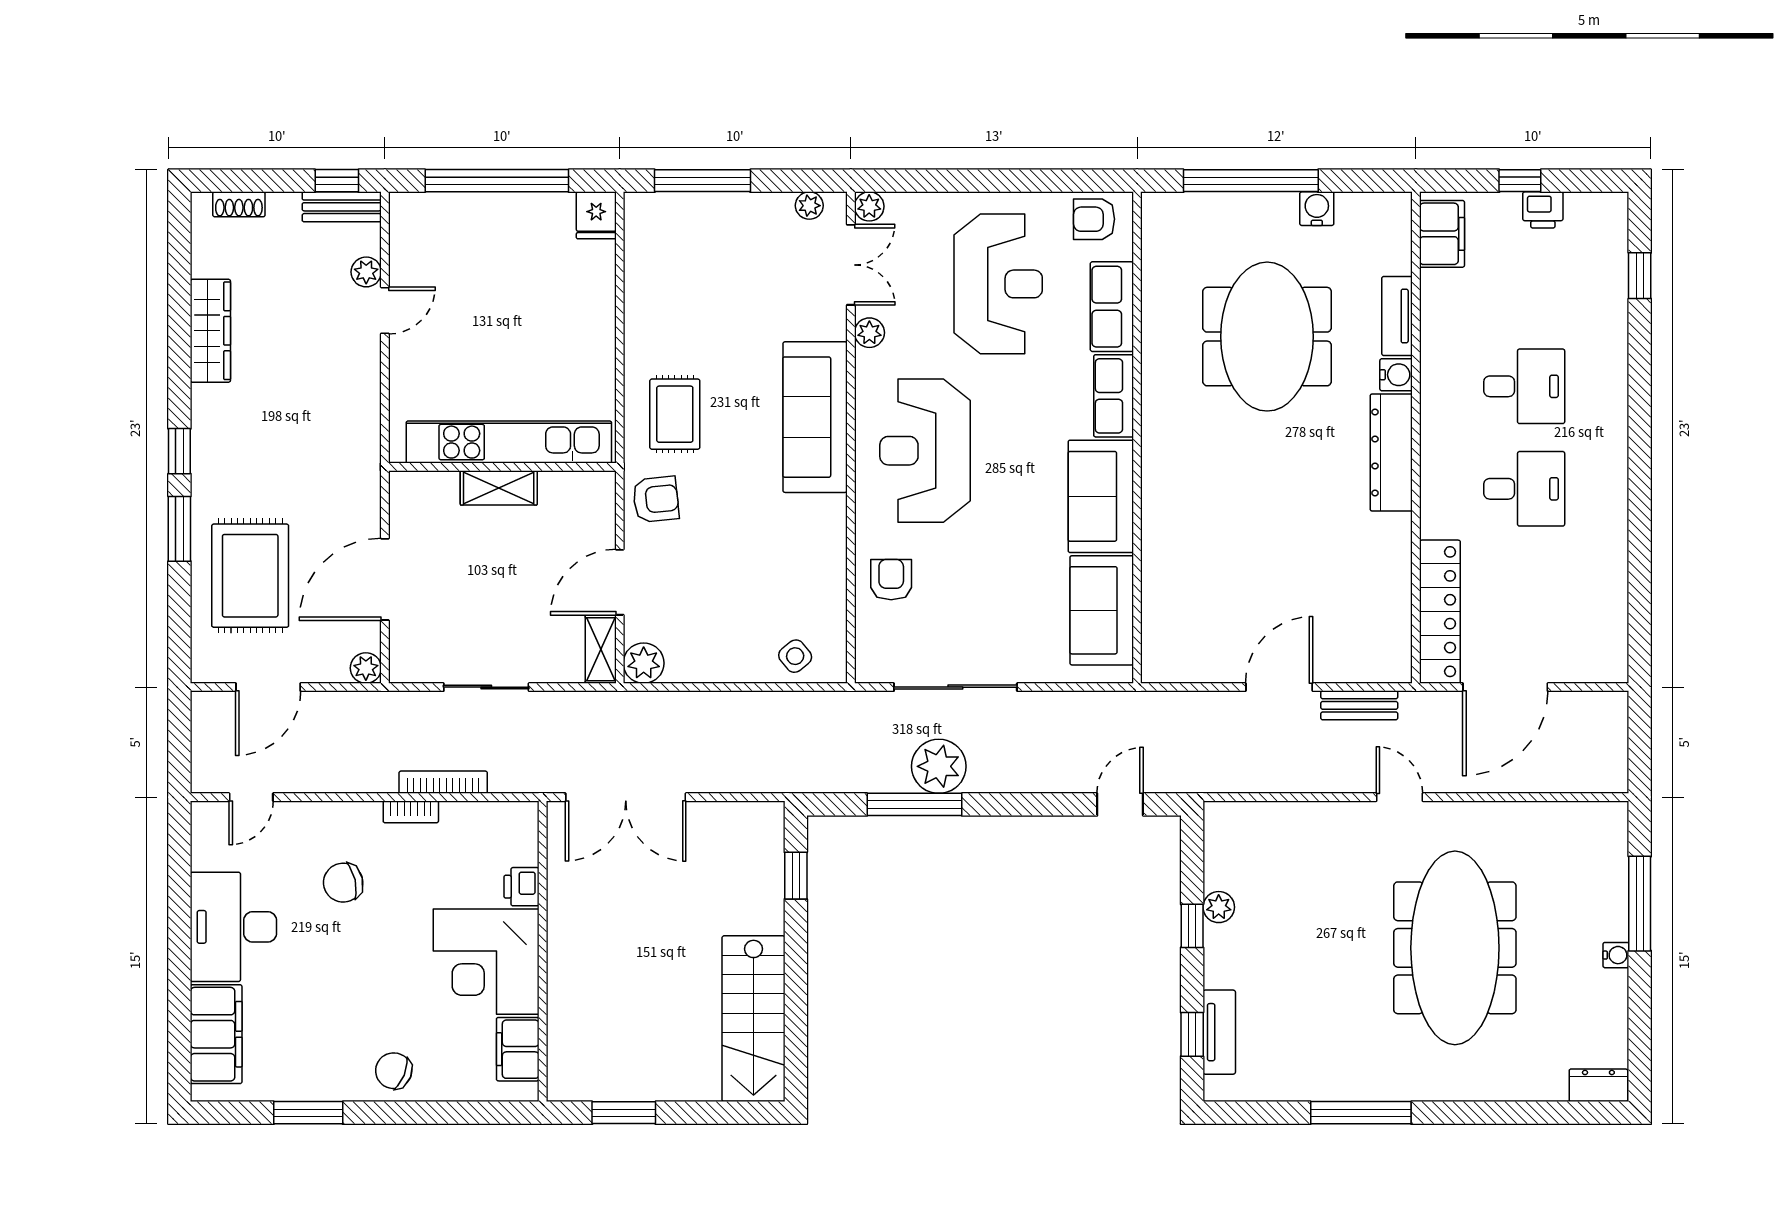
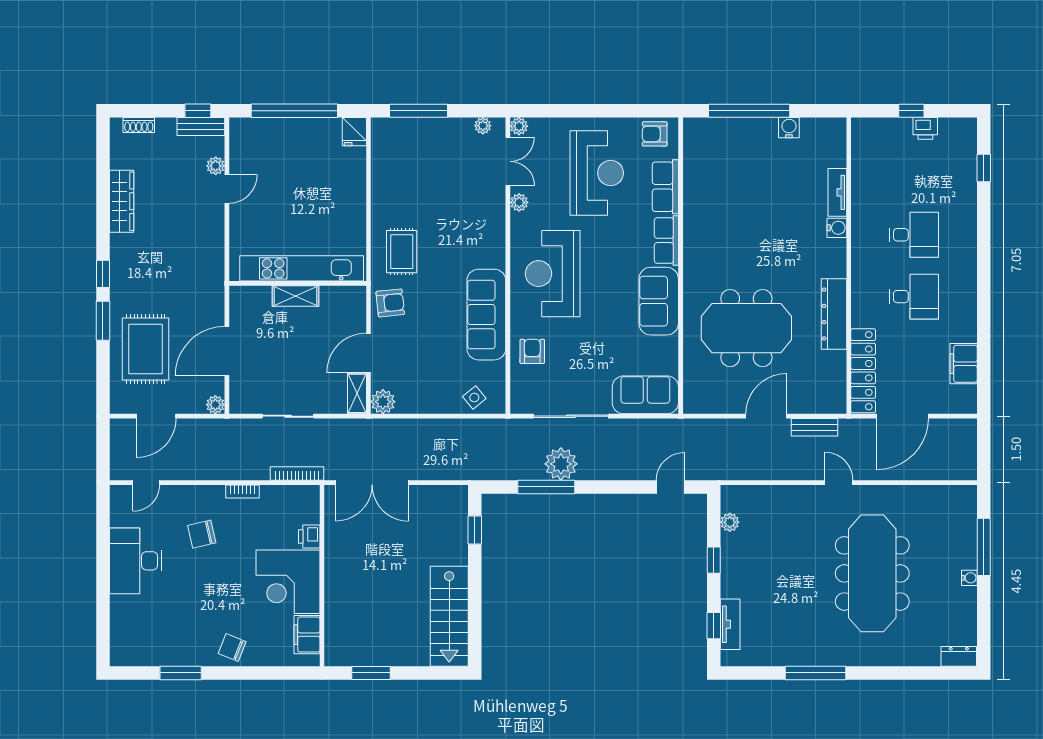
filing cabinet: (1442, 234) -> (964, 364), moved, turned 180
meeting table: (1267, 337) -> (746, 328), moved, turned 90
sofa: (815, 417) -> (486, 315), moved
dresser: (1391, 452) -> (834, 314), moved
sofa: (1102, 610) -> (645, 395), moved, turned 90
bookcase: (443, 782) -> (297, 474), moved
plant: (1219, 907) -> (730, 522), moved
filing cabinet: (216, 1034) -> (125, 626), removed

